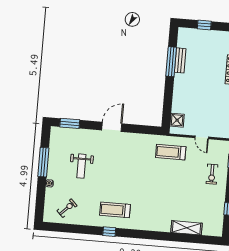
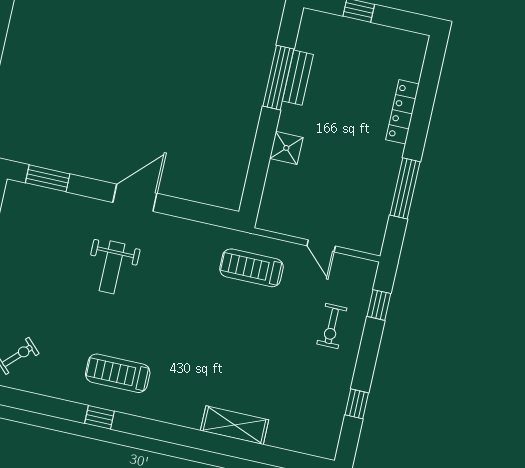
shower: (177, 120) -> (286, 148), moved
weight bench: (81, 166) -> (112, 267), moved
shelving: (186, 228) -> (235, 425), moved

